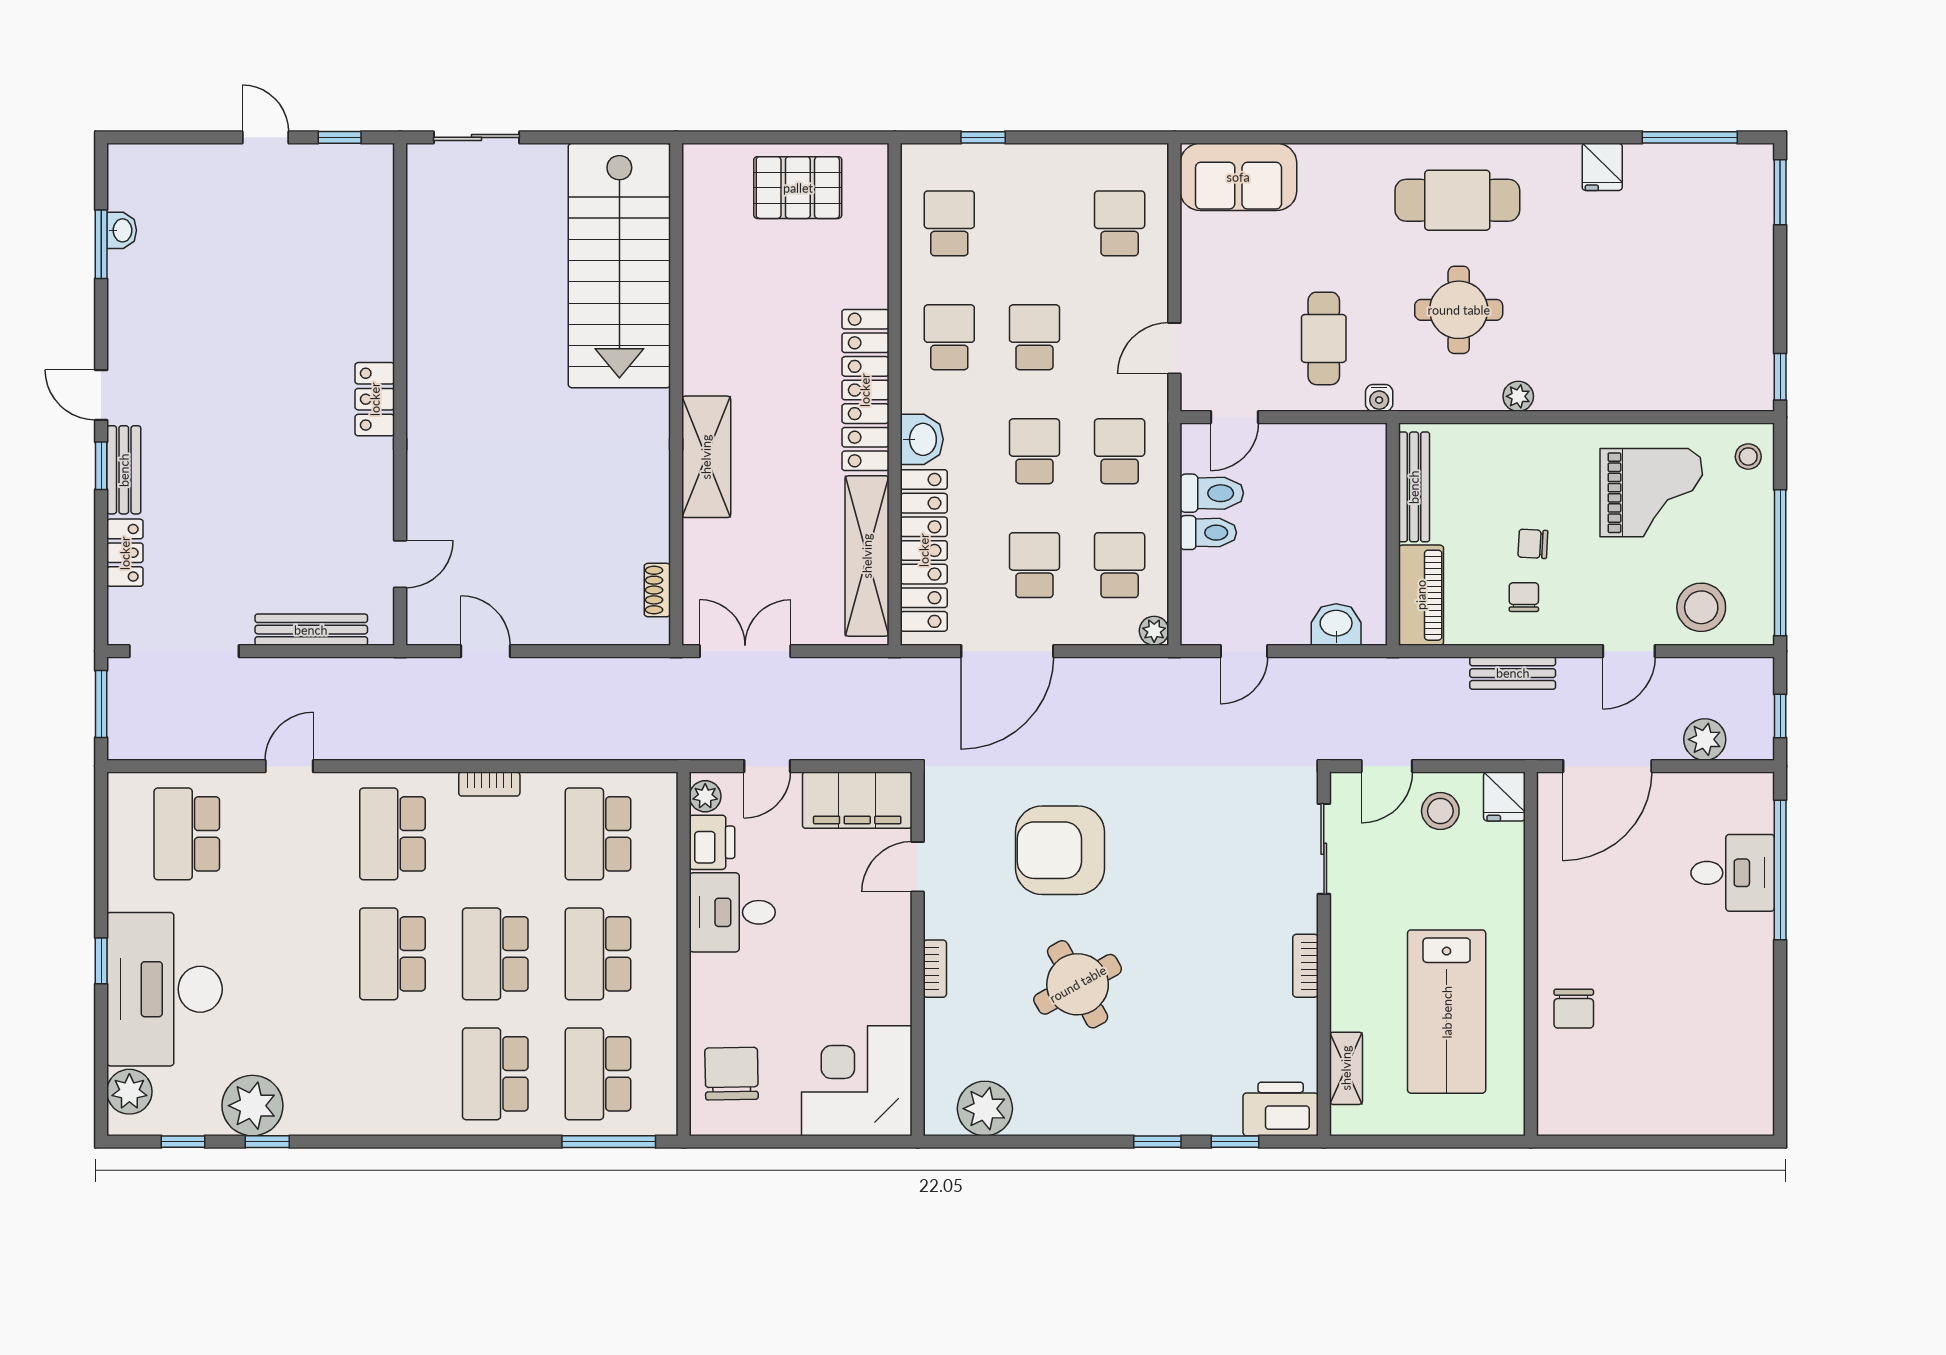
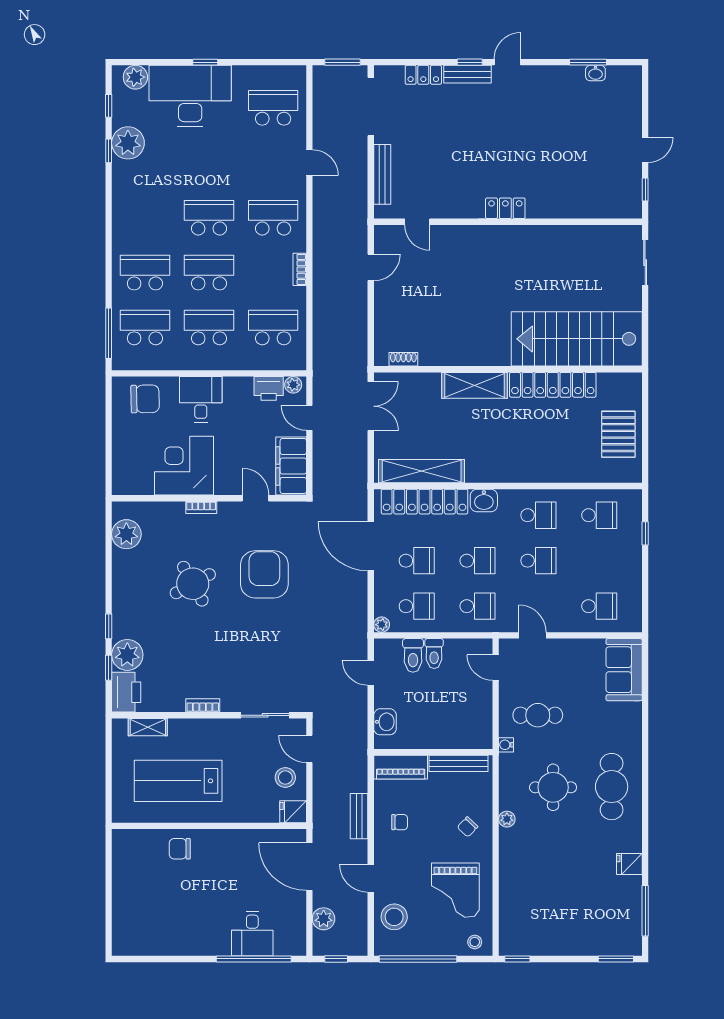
locker: (865, 390) -> (553, 385), moved, turned 180
toilet: (1212, 493) -> (413, 655), moved
chair: (1533, 544) -> (468, 827), moved, turned -139
desk: (732, 912) -> (201, 399), moved
corner desk: (857, 1081) -> (184, 466), moved, turned -90
plant: (1211, 1107) -> (127, 655), added

